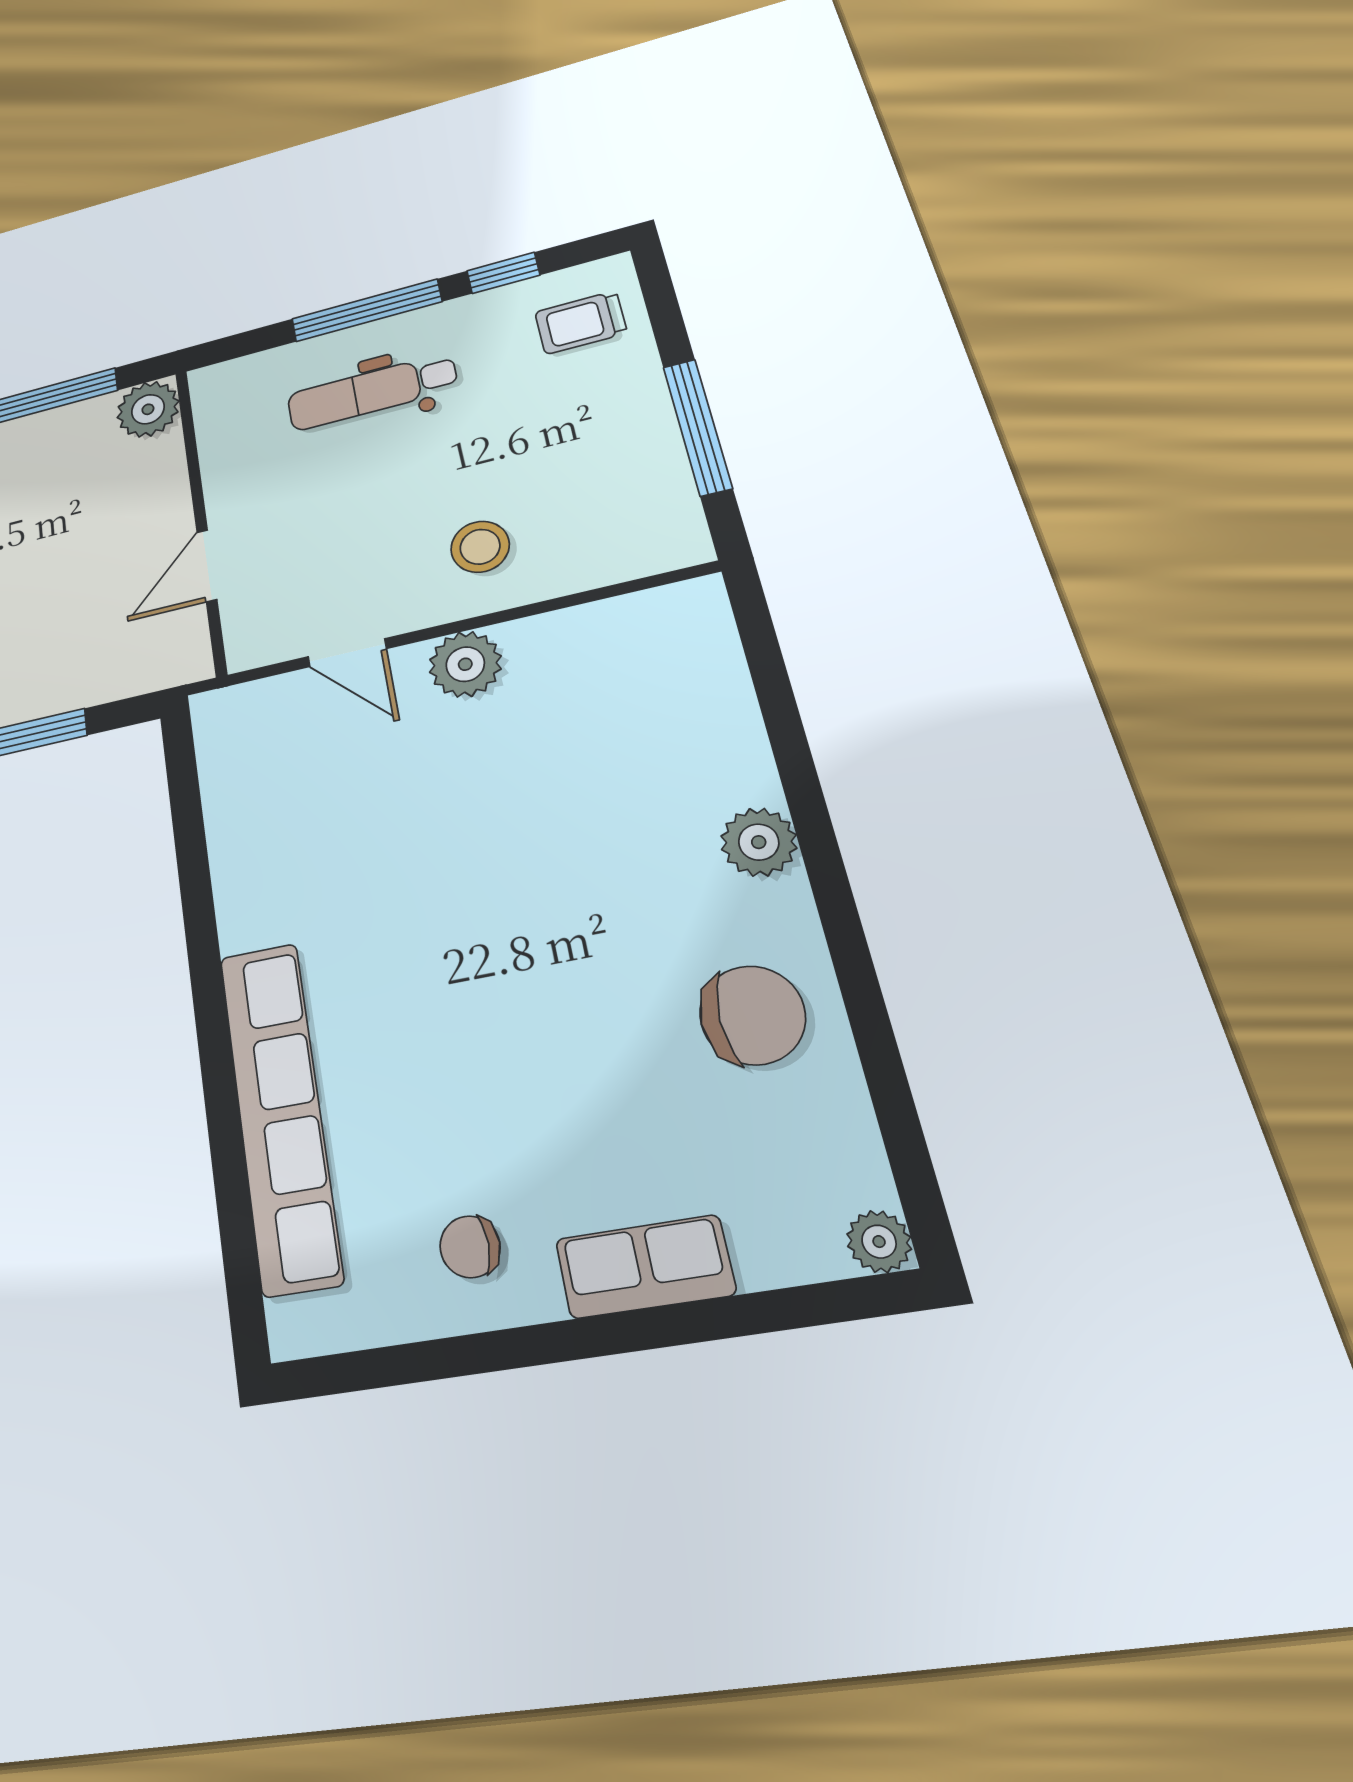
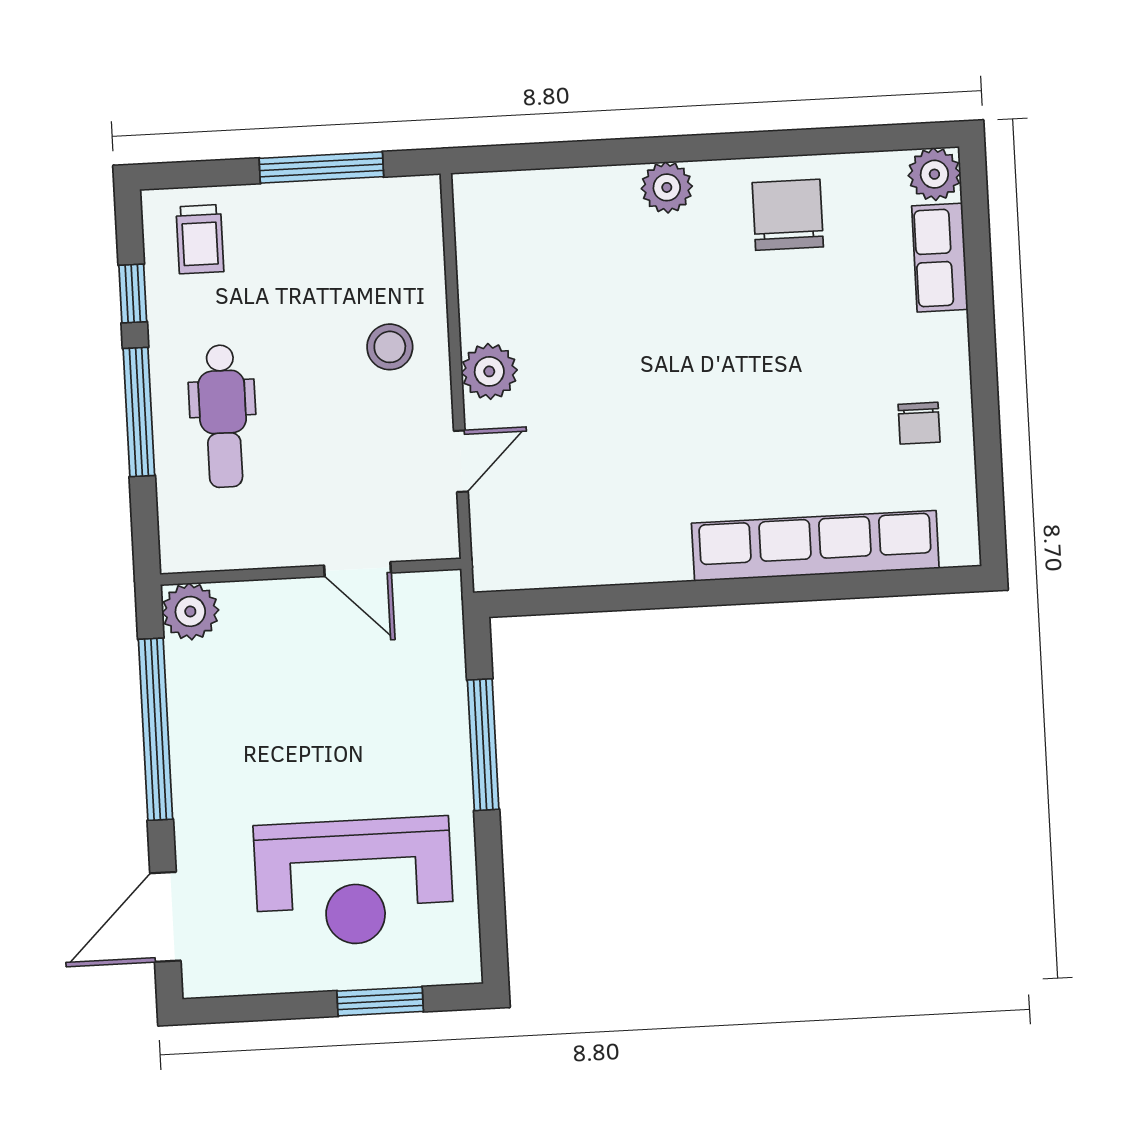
plant: (879, 1242) -> (934, 174), width x1.38, depth x1.38
row of seats: (645, 1267) -> (940, 258), moved

